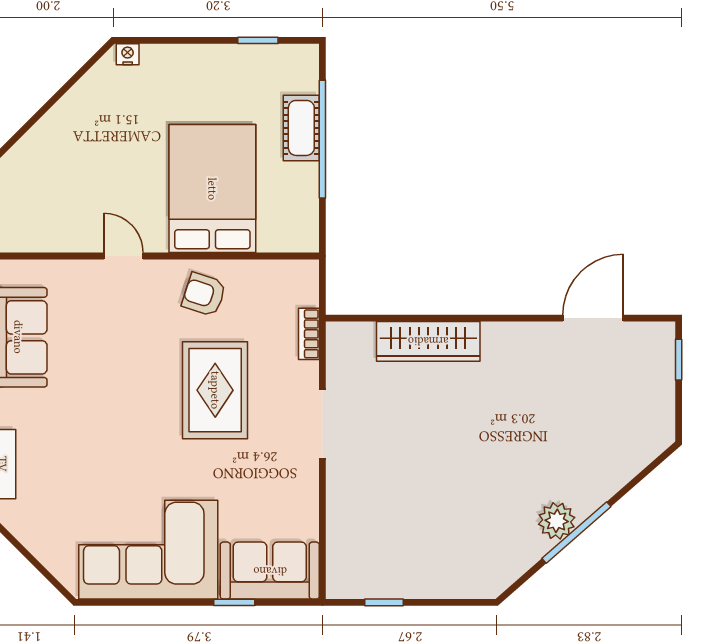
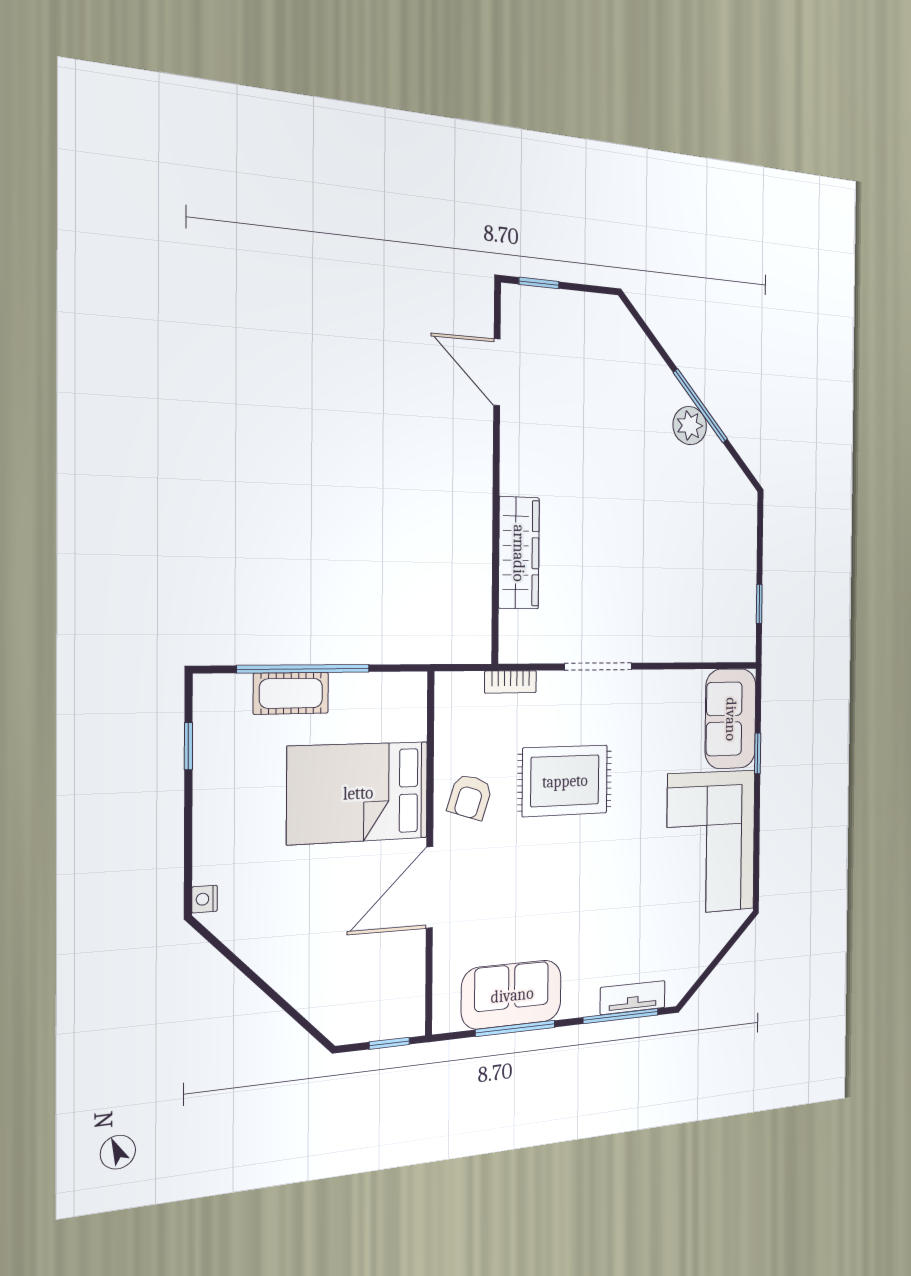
door: (124, 256) -> (430, 887), width x1.88

